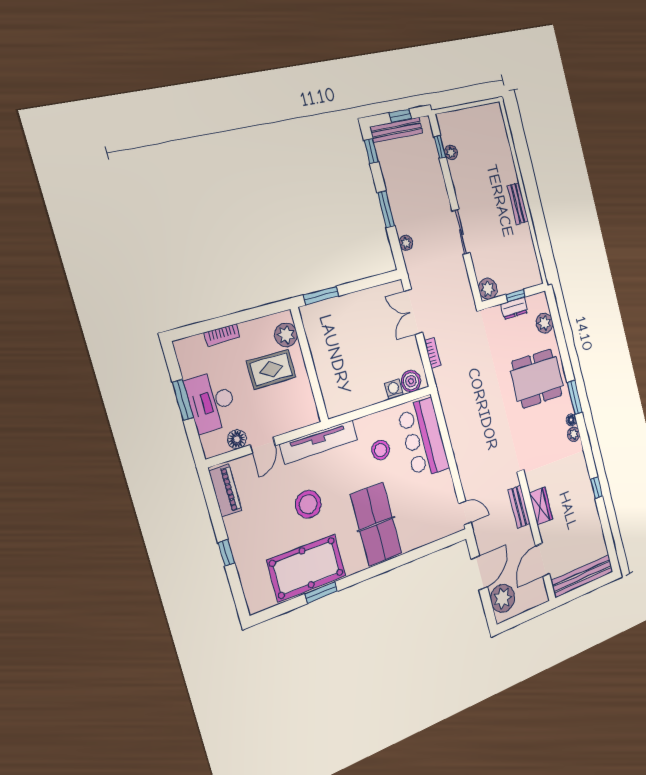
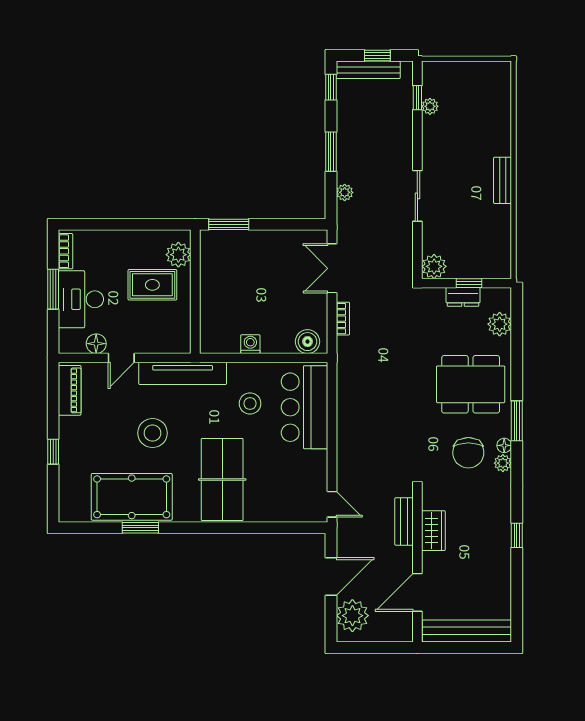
bookcase: (222, 335) -> (66, 251), moved, turned -90
washing machine: (394, 389) -> (250, 344), moved
chair: (549, 434) -> (468, 453), added

